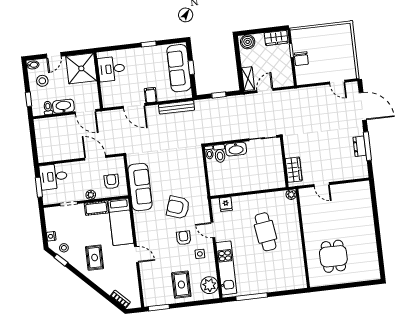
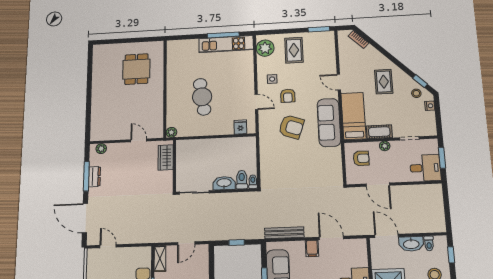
shelving: (248, 79) -> (160, 259), moved
plant: (357, 174) -> (101, 149), added
armchair: (112, 182) -> (361, 158), turned -90
sofa: (140, 187) -> (329, 122), moved
kitchen unit: (226, 268) -> (226, 44), moved, turned -90

